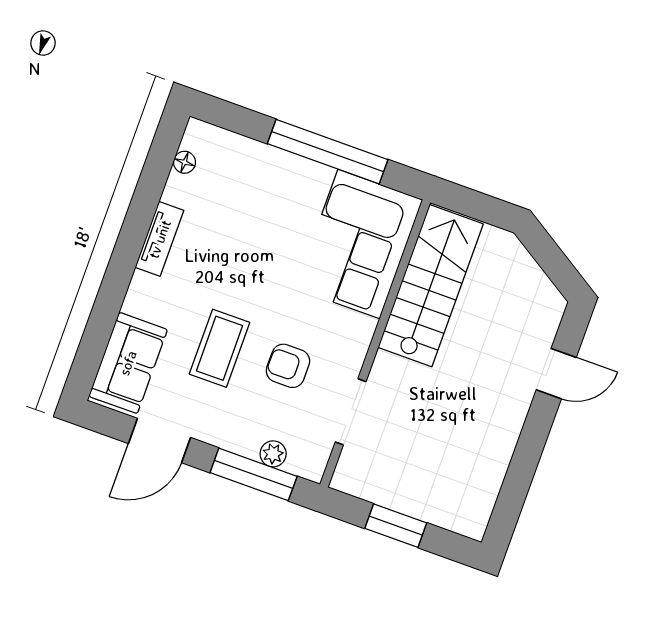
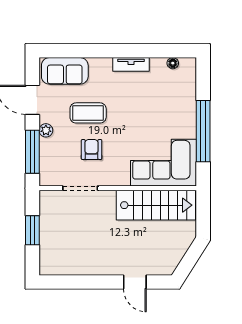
plant: (273, 454) -> (46, 130), moved

